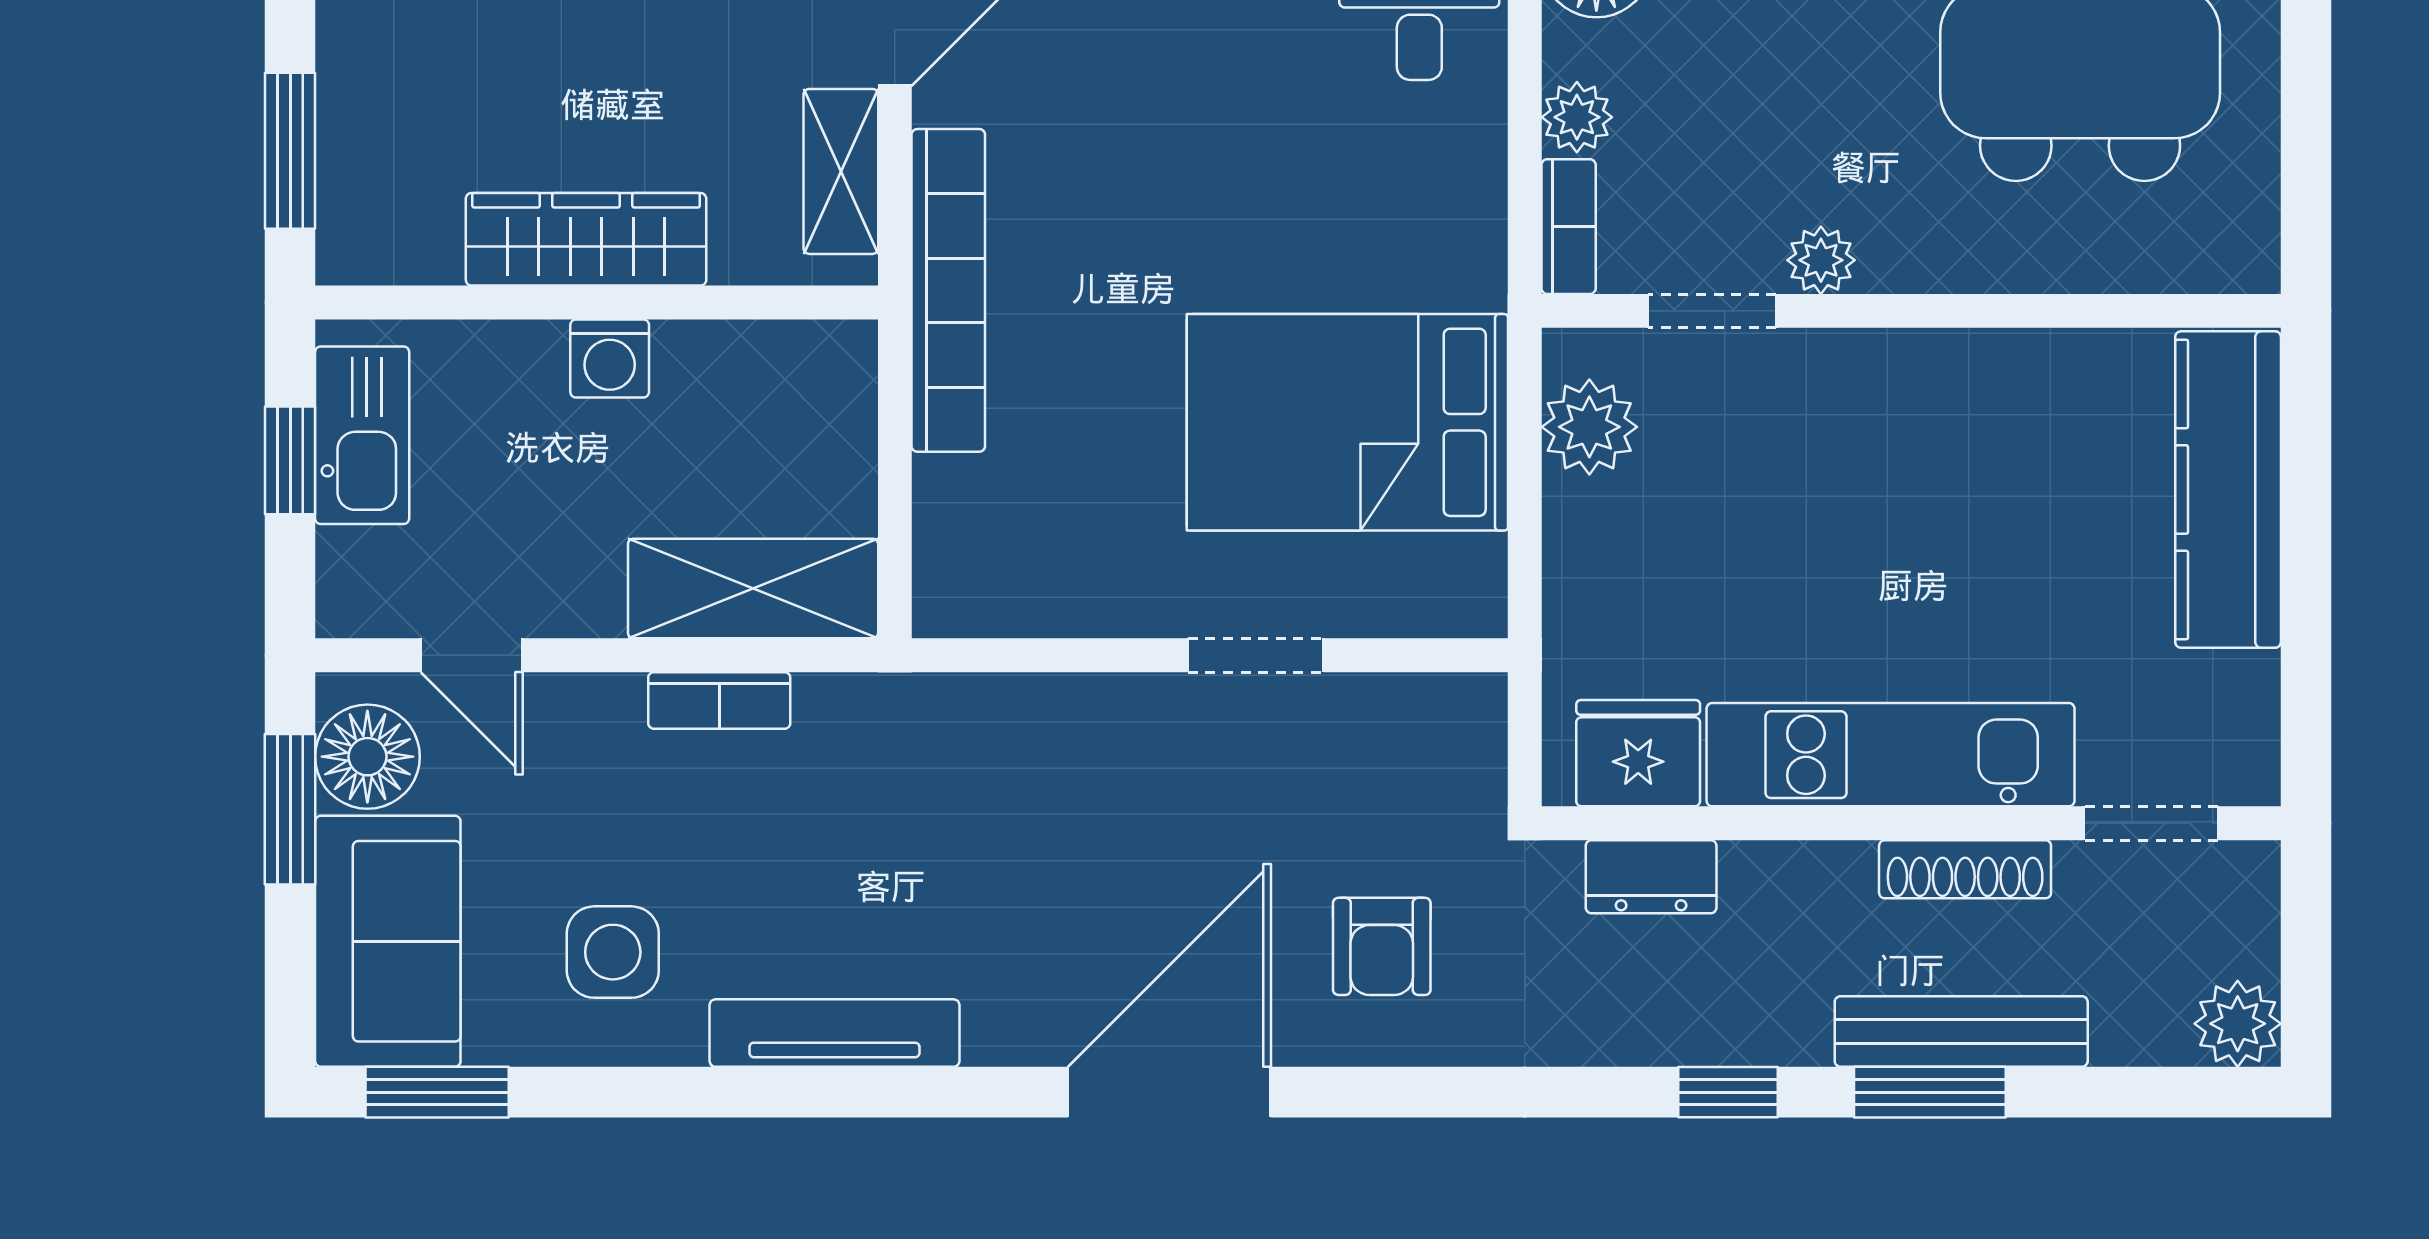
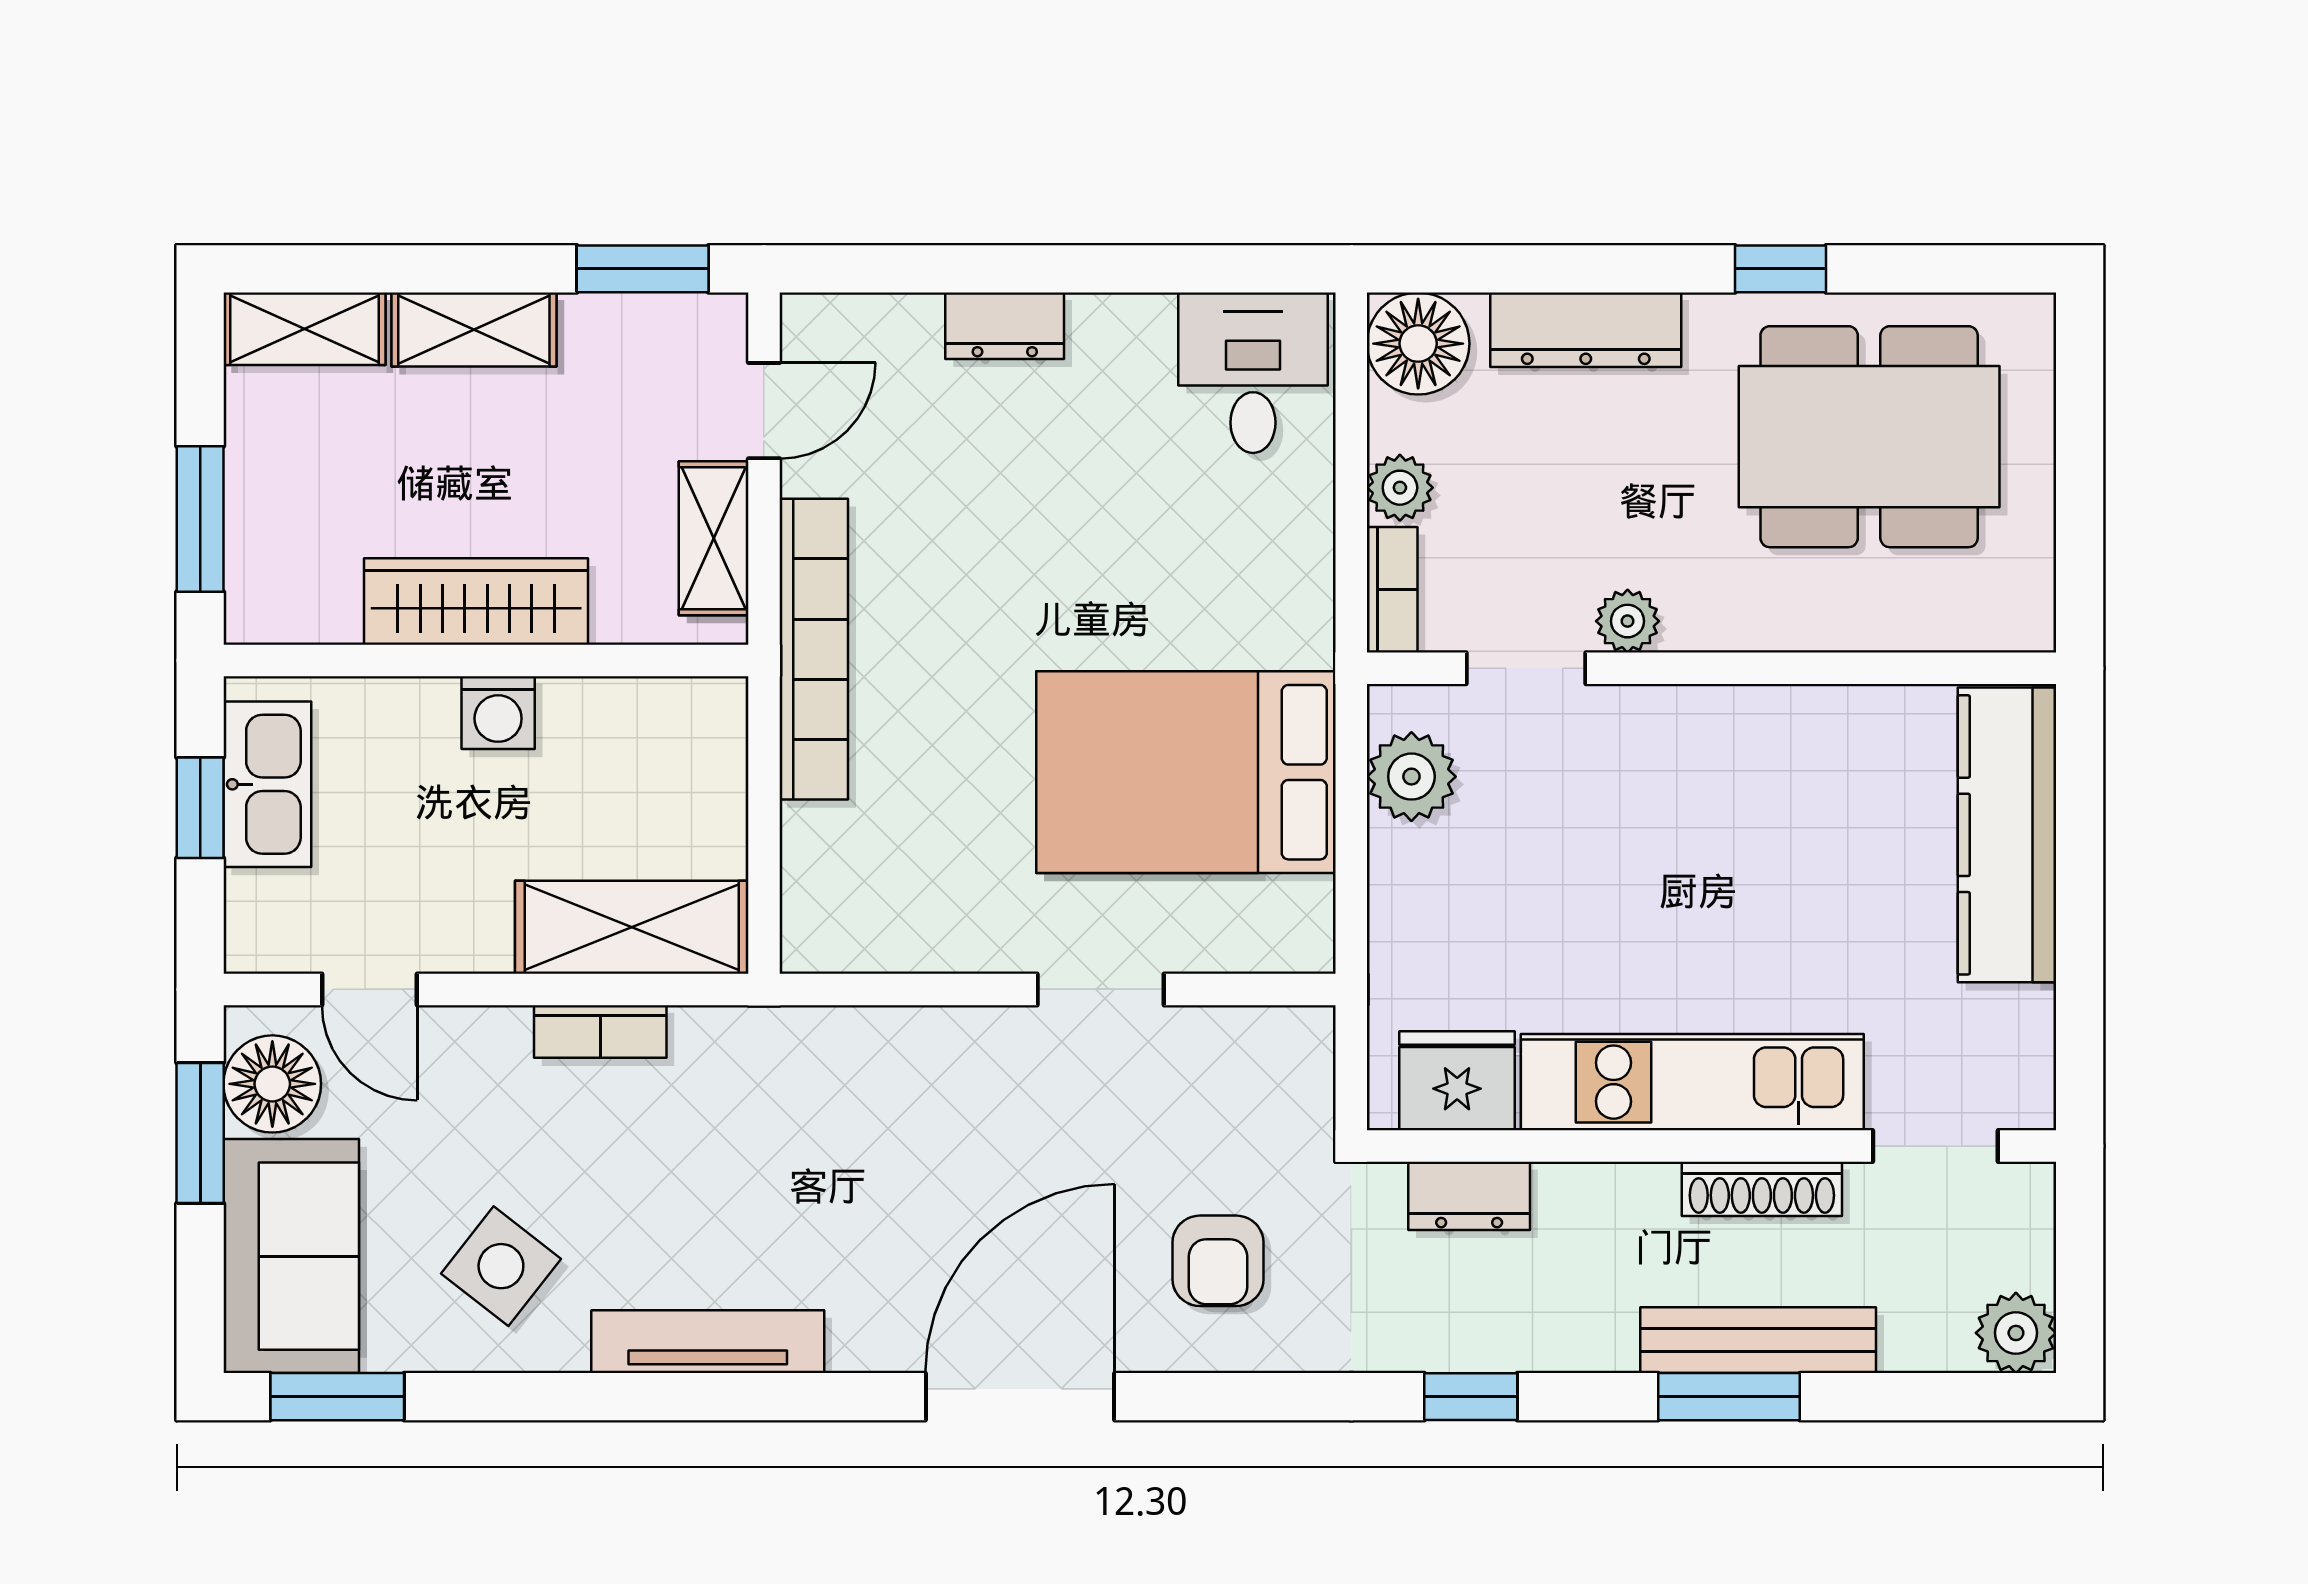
side table: (613, 952) -> (501, 1266), turned 38
window: (1728, 1092) -> (1471, 1397), moved

